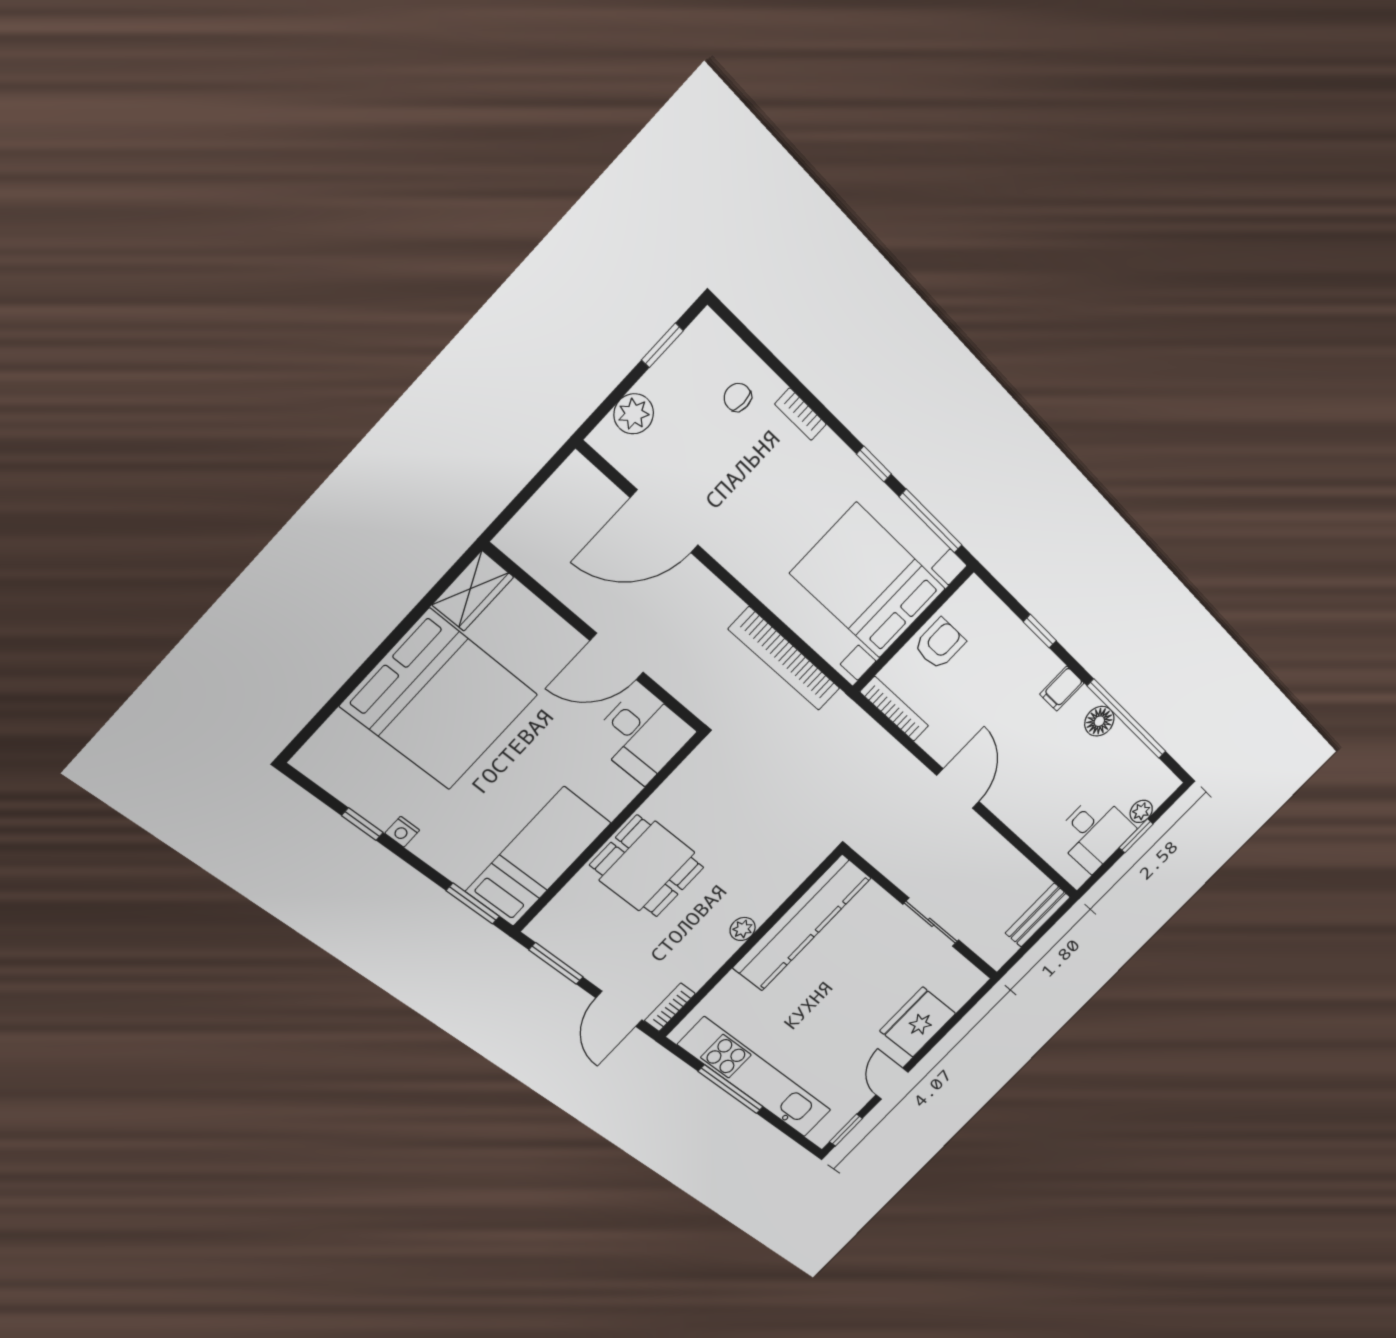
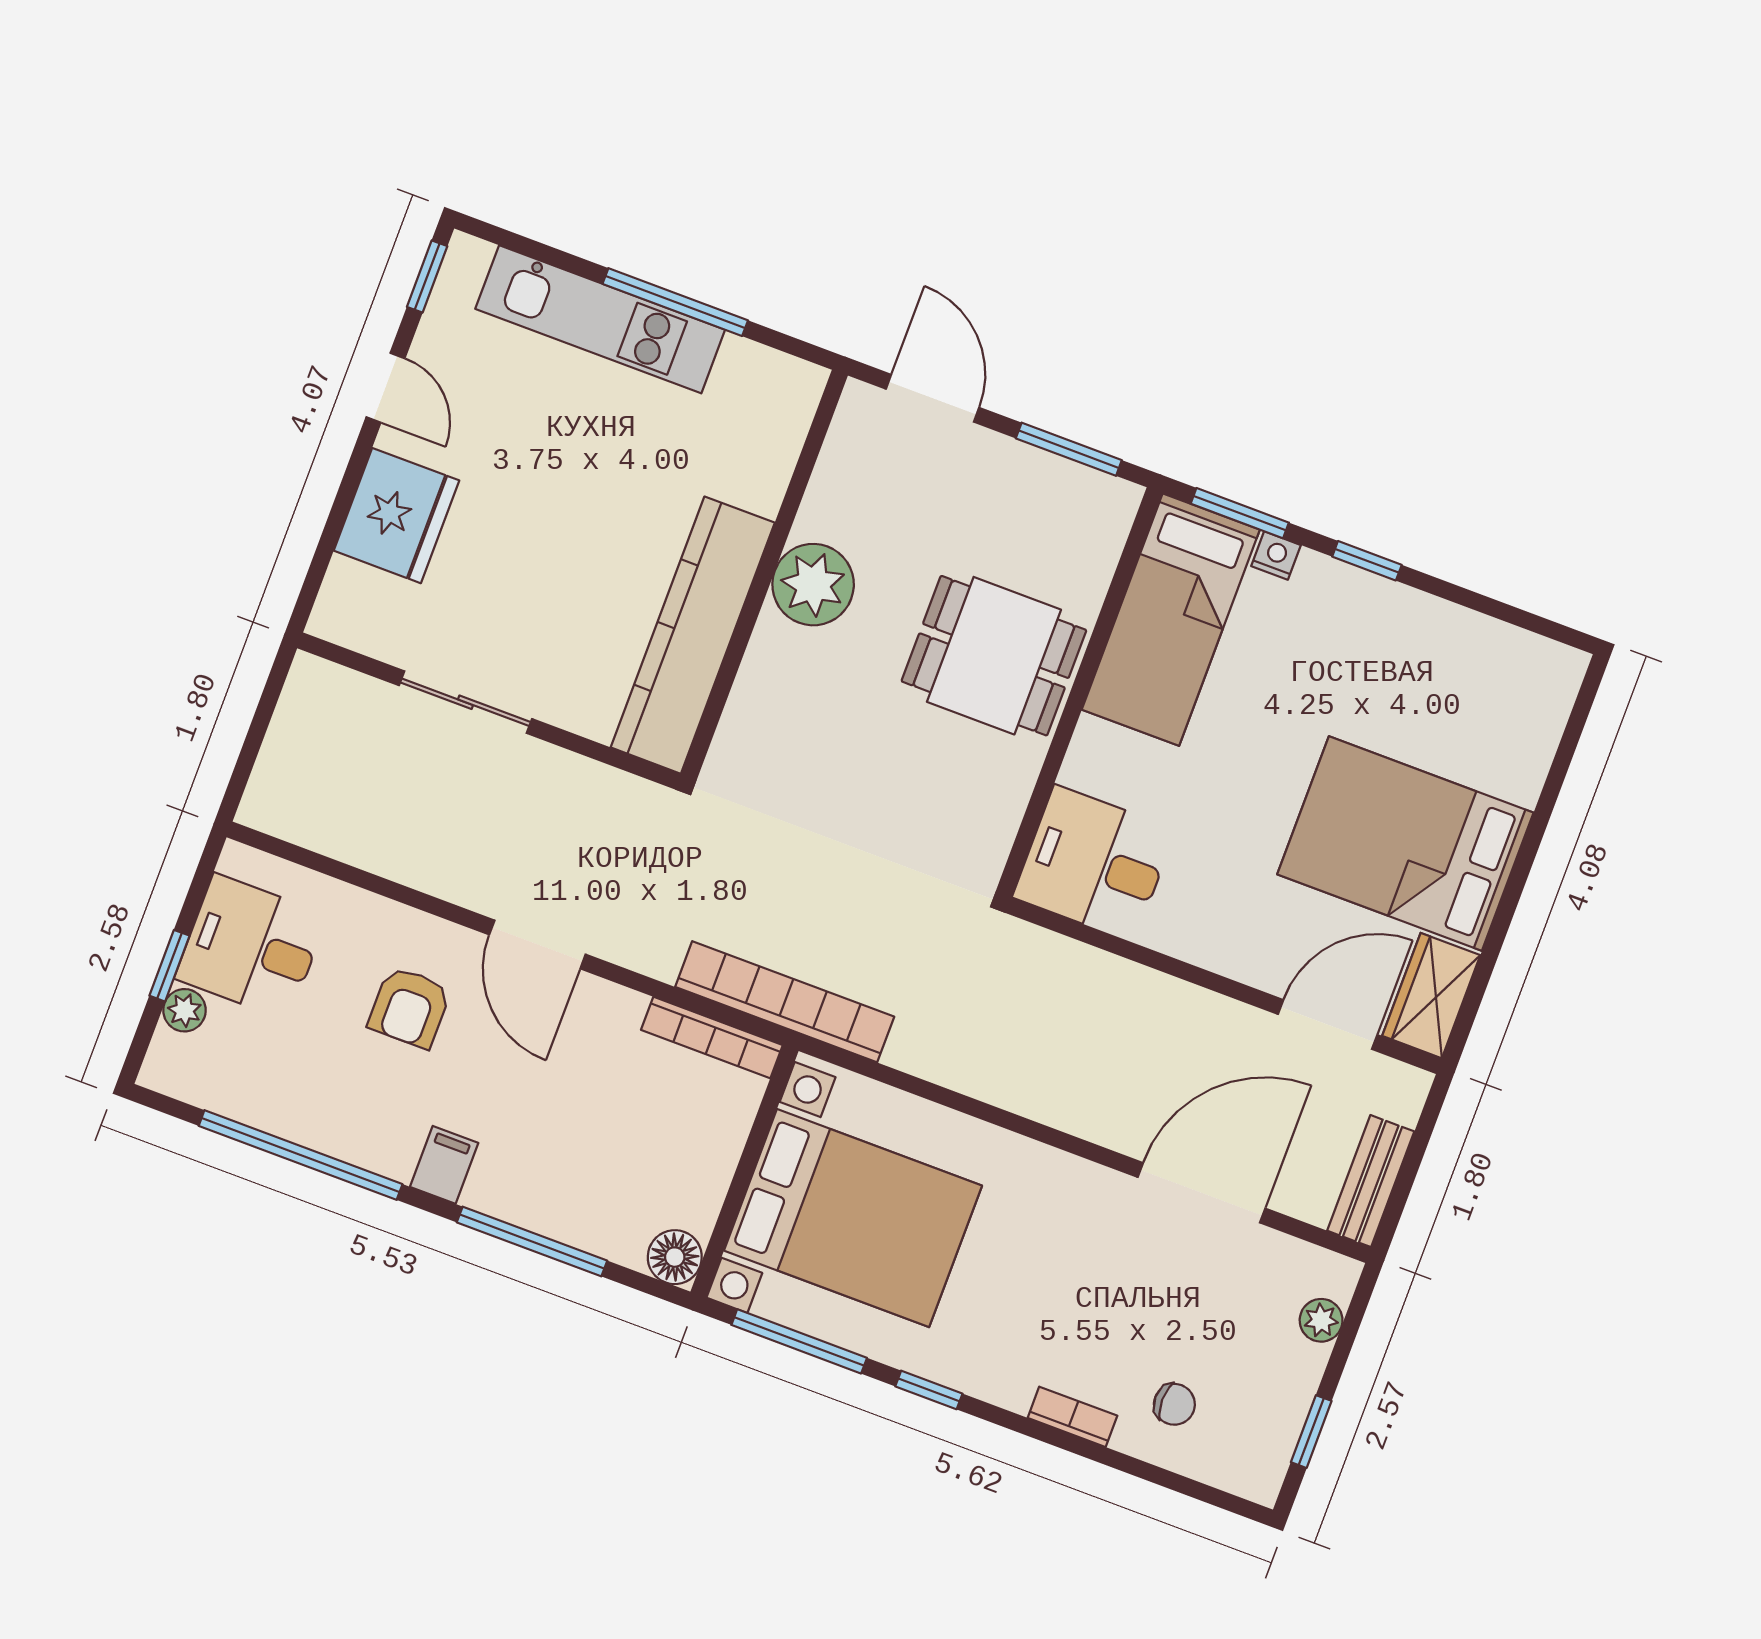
plant: (634, 414) -> (1321, 1320), width x0.73, depth x0.73
window: (1040, 631) -> (532, 1241), width x2.17
armchair: (940, 644) -> (409, 1007), moved
door: (617, 657) -> (1328, 1025), moved
bookcase: (784, 659) -> (785, 1002), moved
bed: (439, 700) -> (1405, 844), width x0.73
floor lamp: (1099, 721) -> (675, 1257), moved
window: (362, 824) -> (1367, 561), moved
nightstand: (402, 832) -> (1276, 556), moved
bench: (1038, 915) -> (1371, 1181), moved
plant: (743, 929) -> (813, 585), width x1.88, depth x1.88
bookcase: (670, 1007) -> (849, 424), removed
kitchen unit: (755, 1078) -> (600, 319), width x0.73

